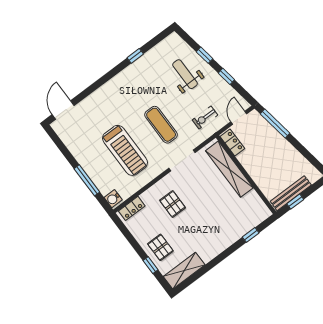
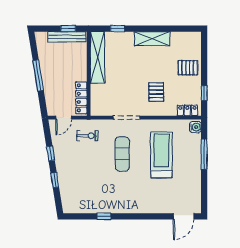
weight bench: (185, 74) -> (79, 177), removed
window: (275, 124) -> (38, 75), moved
locker: (232, 142) -> (81, 98), width x1.53
shelving: (229, 169) -> (98, 58), moved
pallet: (160, 247) -> (188, 68), turned 90
window: (150, 265) -> (204, 93), moved
shelving: (184, 271) -> (152, 39), moved

